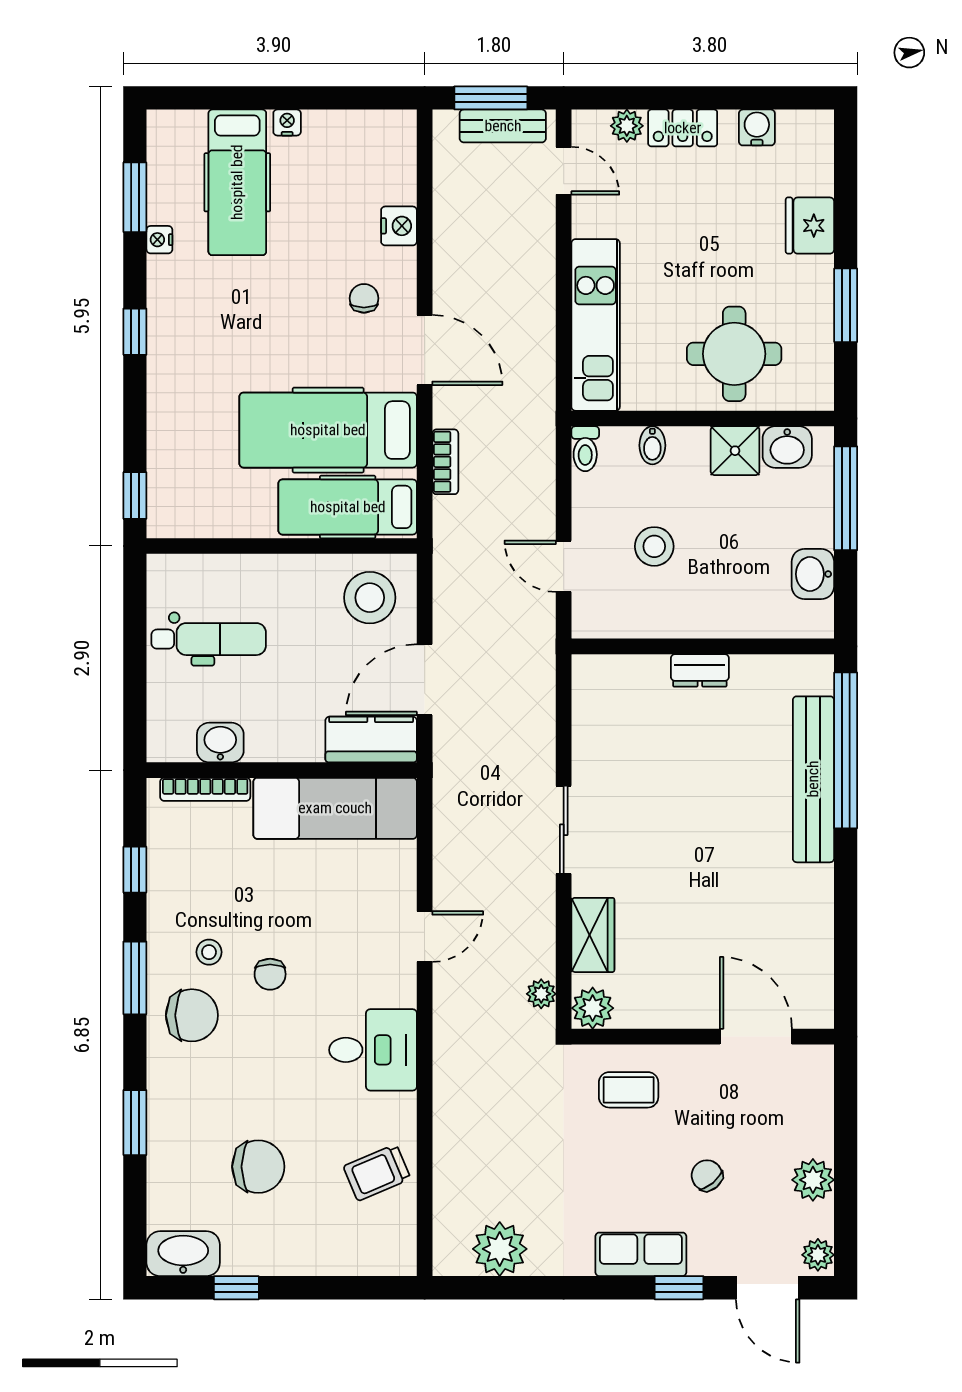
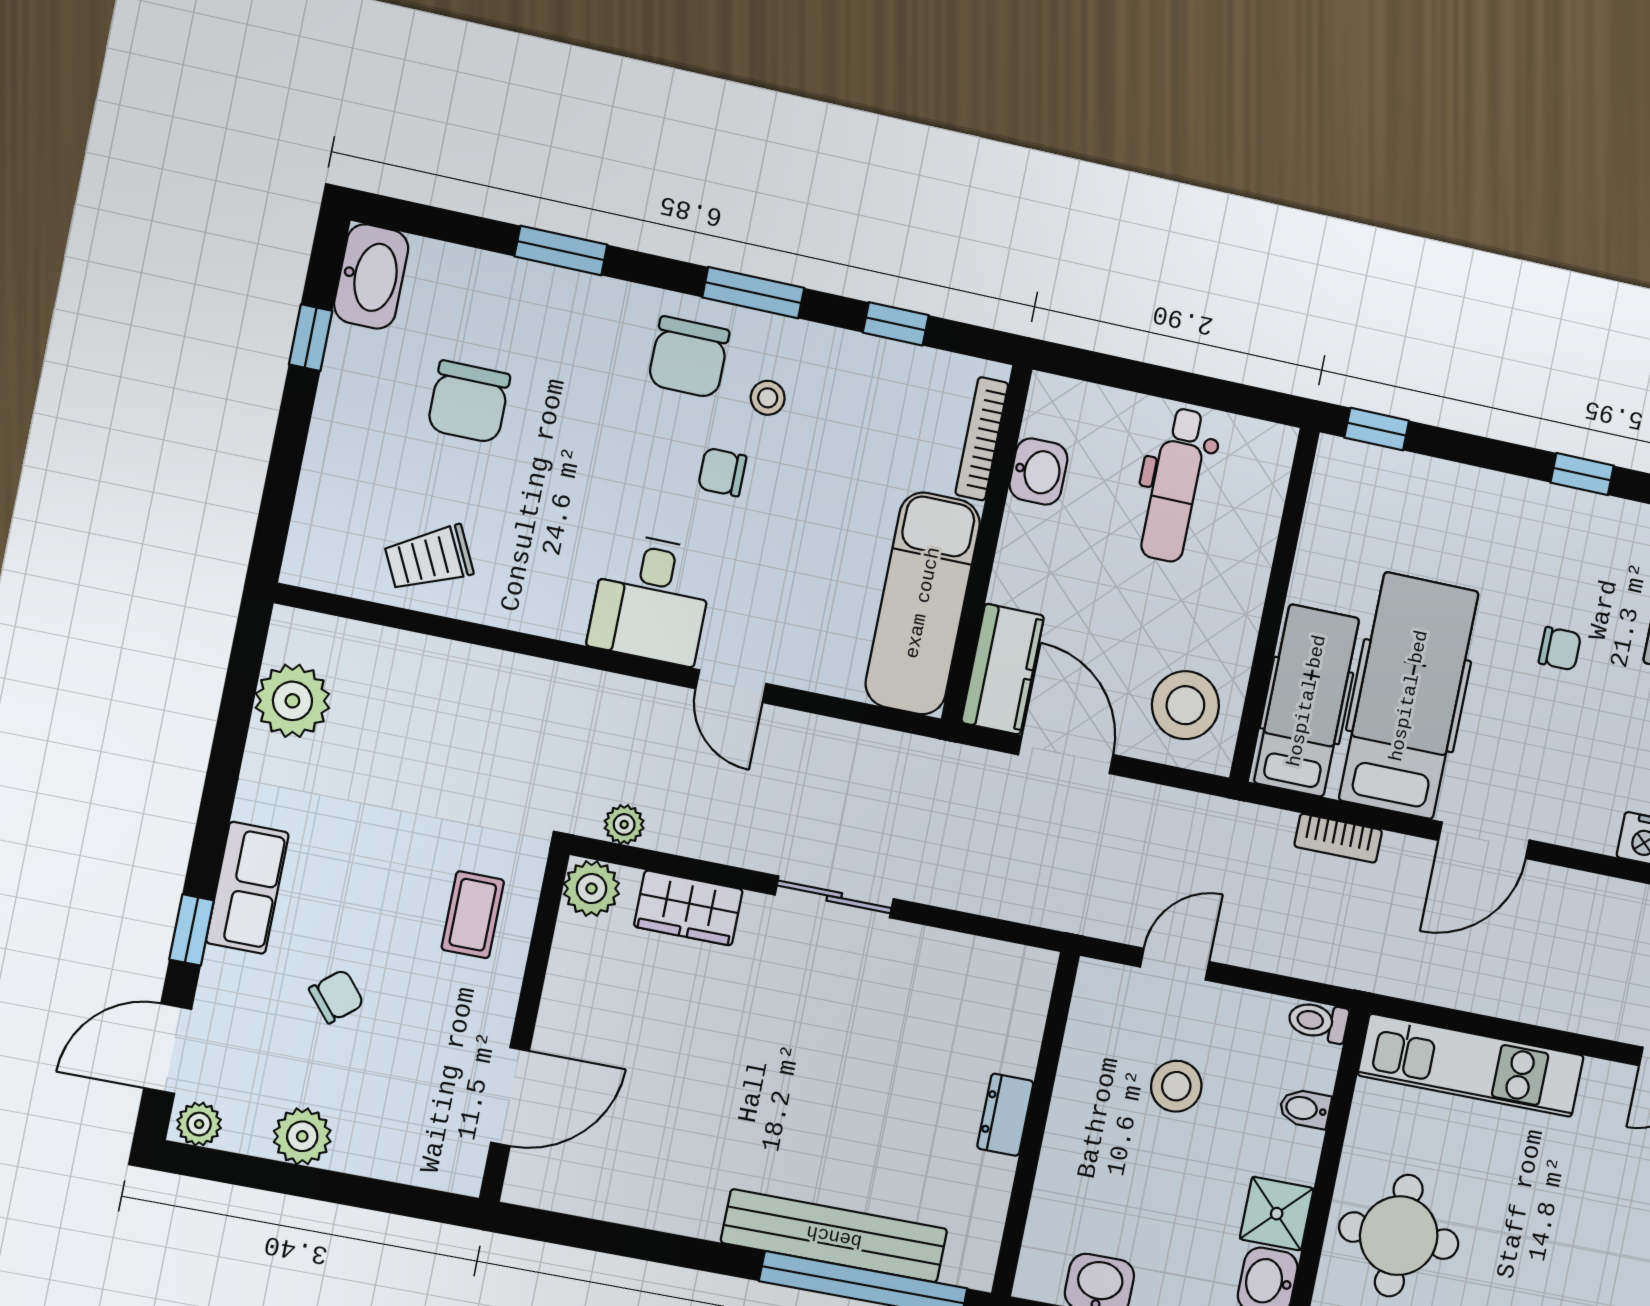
chair: (364, 298) -> (1560, 649), moved
desk: (373, 1050) -> (651, 599), moved
trolley: (377, 1173) -> (429, 558), turned -93

